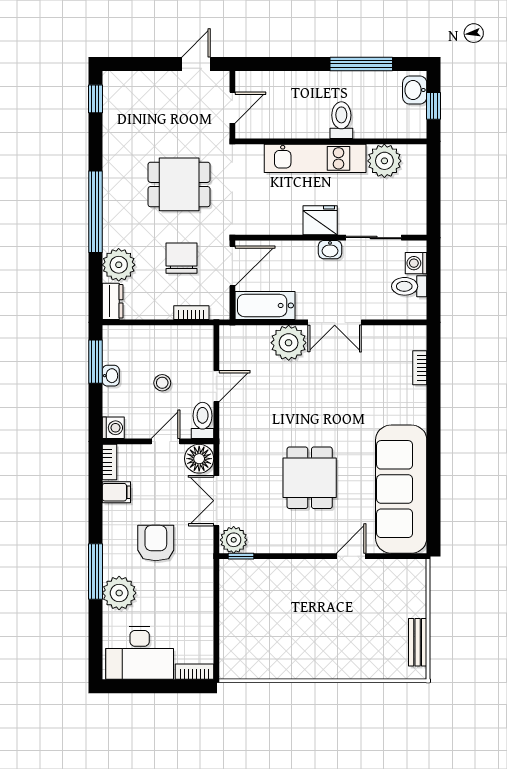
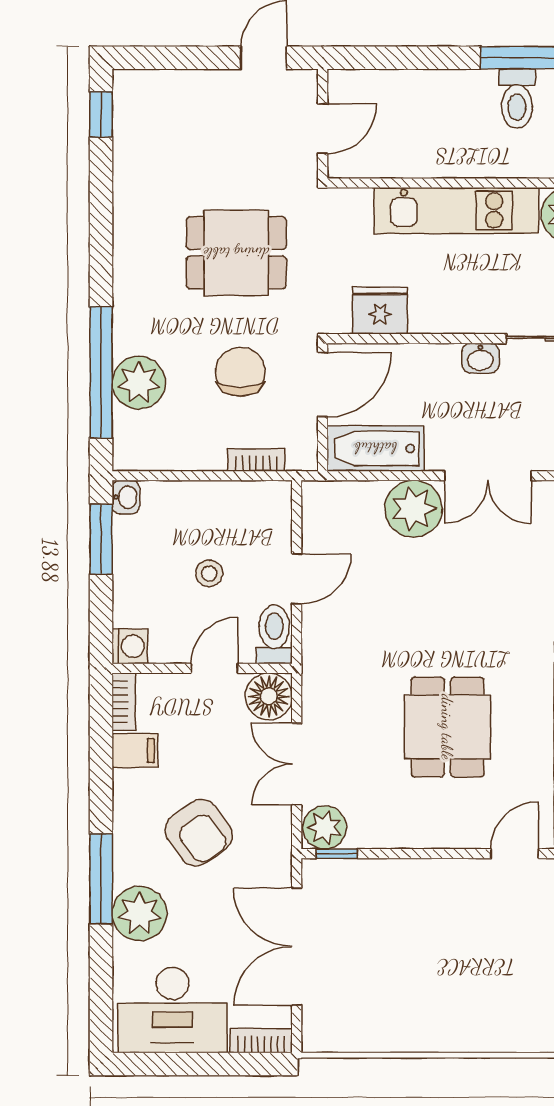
toilet: (341, 120) -> (517, 99), moved, turned 180
window: (95, 212) -> (101, 372), moved
fridge: (320, 220) -> (380, 311), moved
dresser: (113, 301) -> (129, 442), removed
washbasin: (111, 376) -> (126, 497), moved
armchair: (156, 543) -> (199, 833), turned 145
double door: (216, 614) -> (297, 947), added

